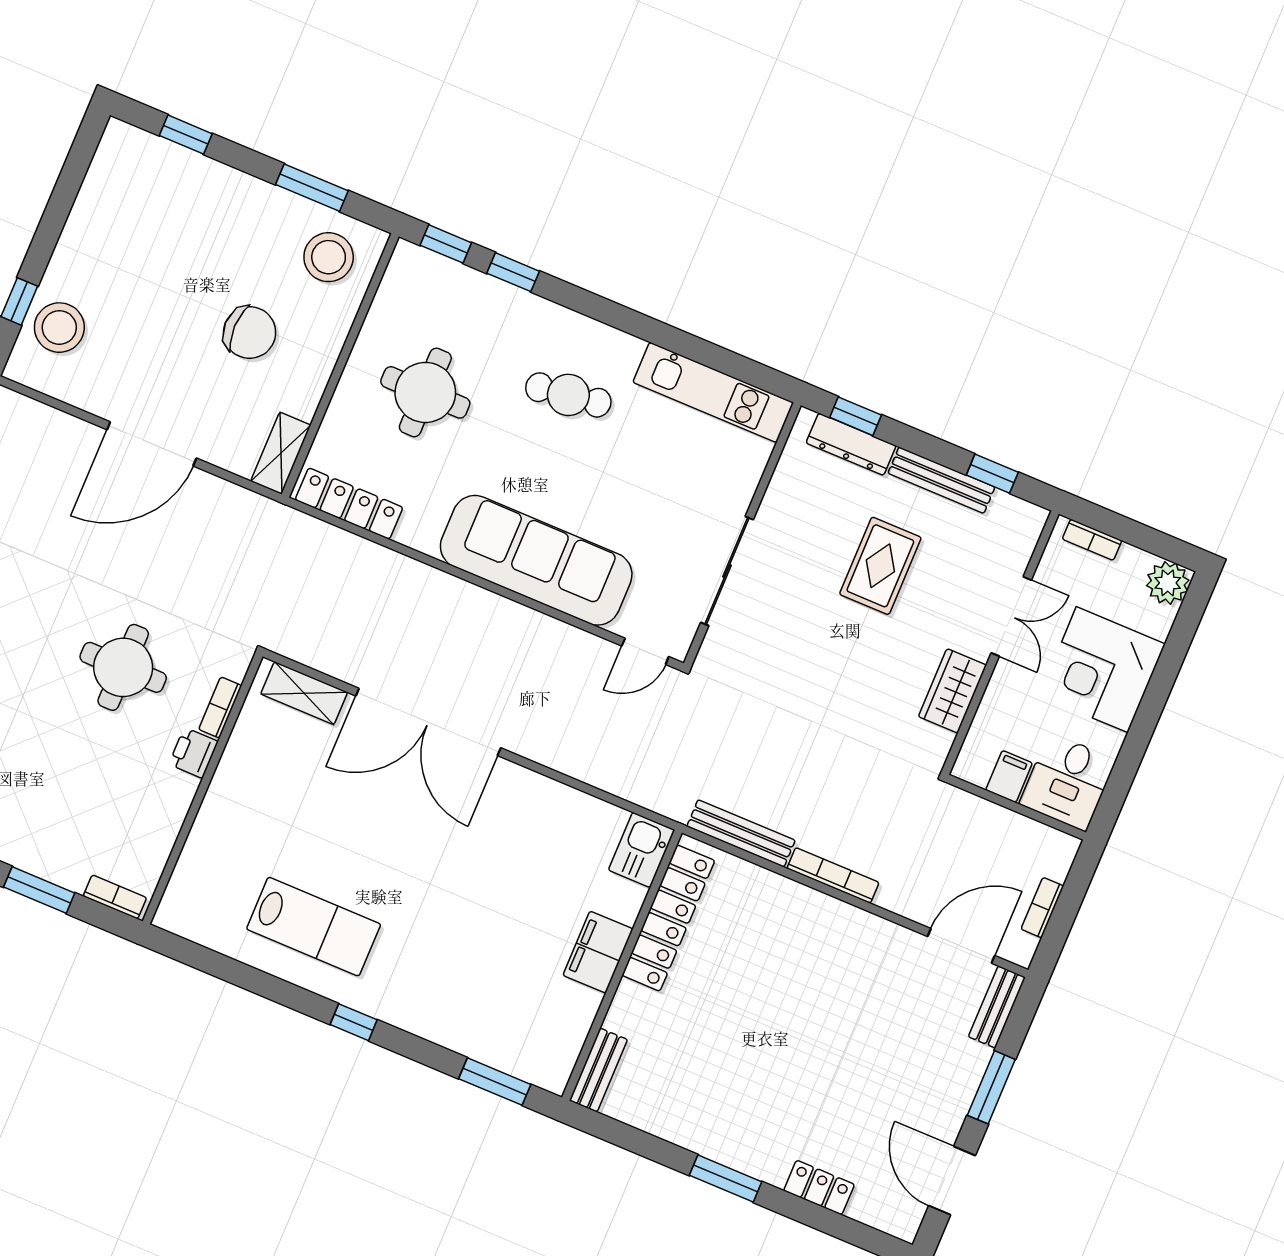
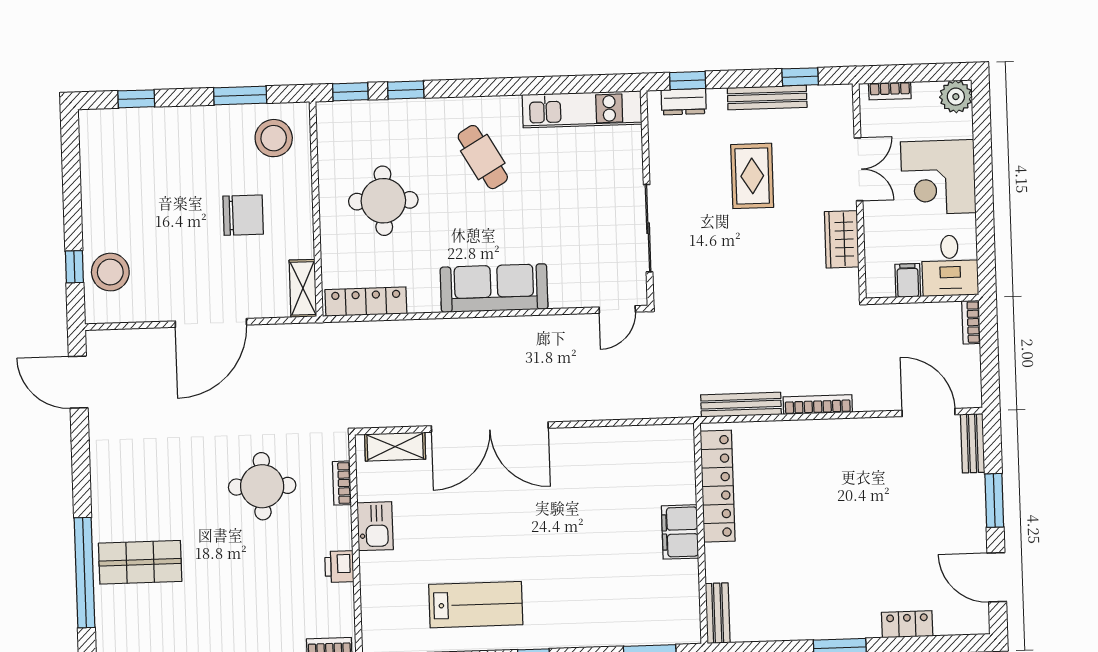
cafe table: (568, 395) -> (483, 157), turned 68
dresser: (851, 444) -> (684, 102), width x0.70
sofa: (536, 560) -> (494, 288), width x0.74, depth x0.79
printer: (194, 753) -> (339, 566), moved
kitchen sink: (642, 850) -> (375, 526), moved, turned 180
bookcase: (1042, 908) -> (971, 322), moved
door: (961, 946) -> (929, 412), hinge flipped

